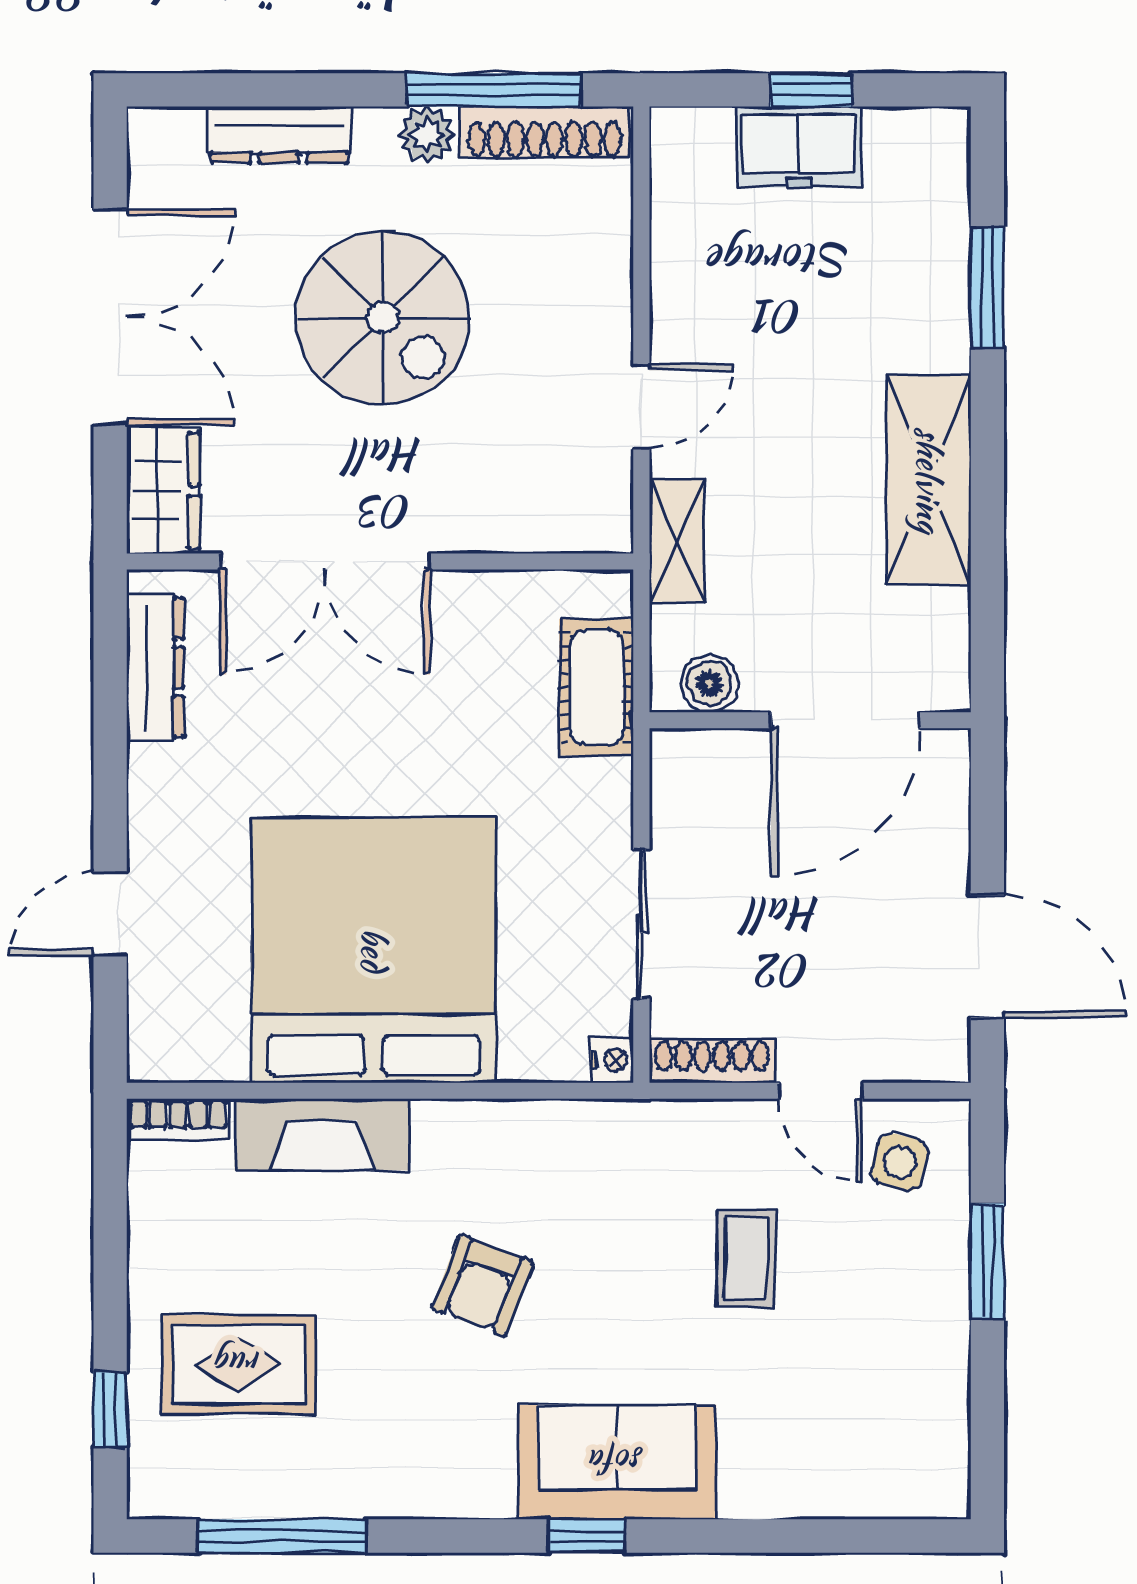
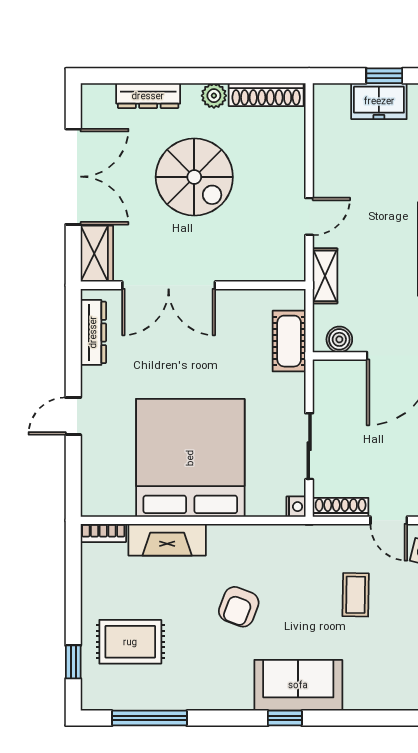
window: (494, 90) -> (244, 76), removed
door: (110, 914) -> (73, 416), moved

